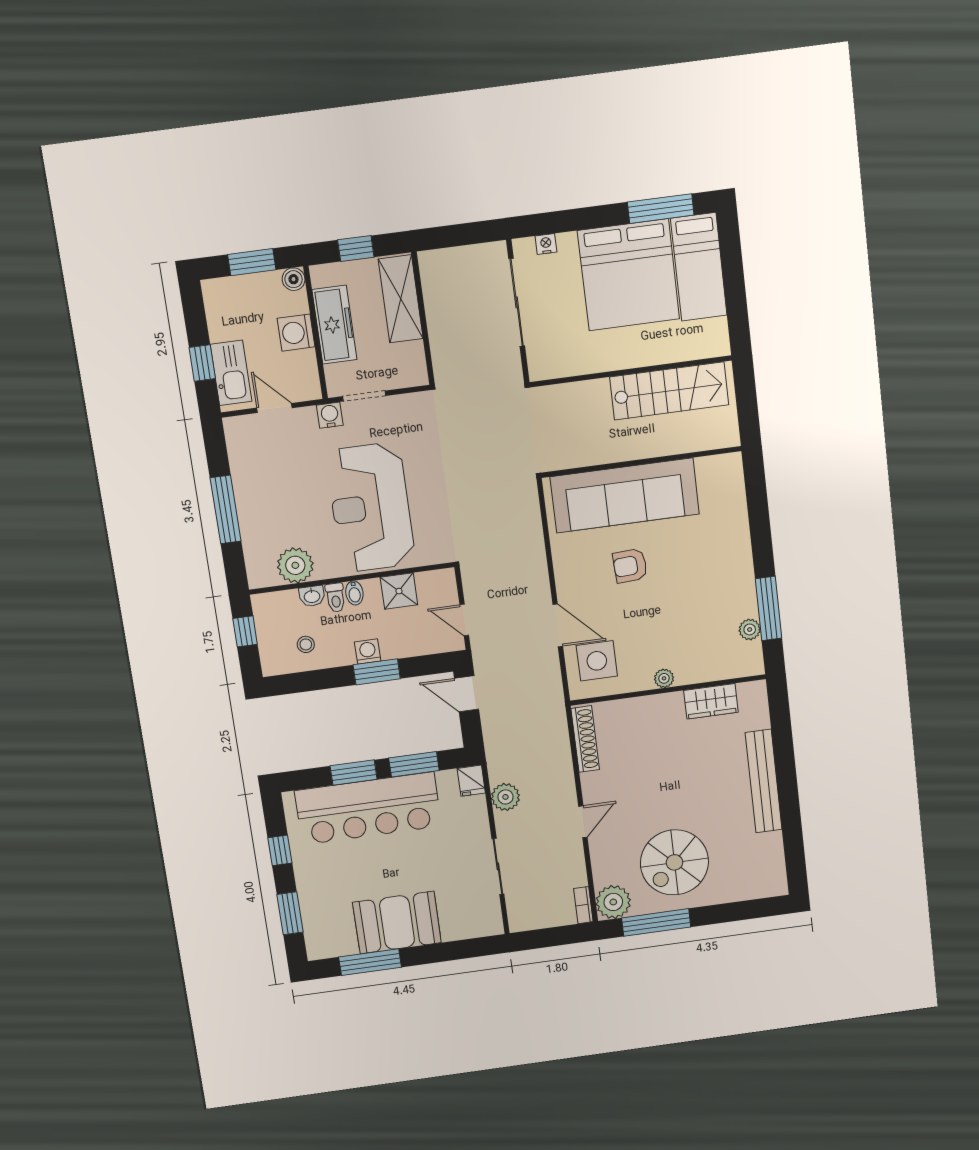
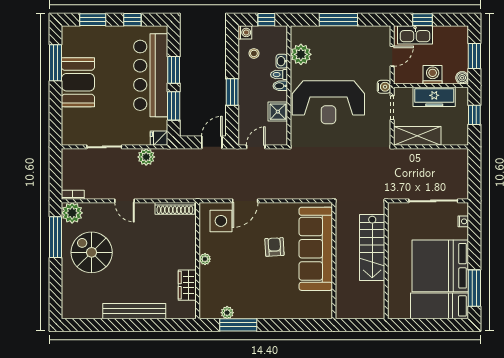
shelving: (401, 299) -> (417, 136), moved
stairs: (669, 391) -> (372, 247), moved
reception desk: (371, 507) -> (328, 102), turned 180
washing machine: (368, 652) -> (245, 32), moved

